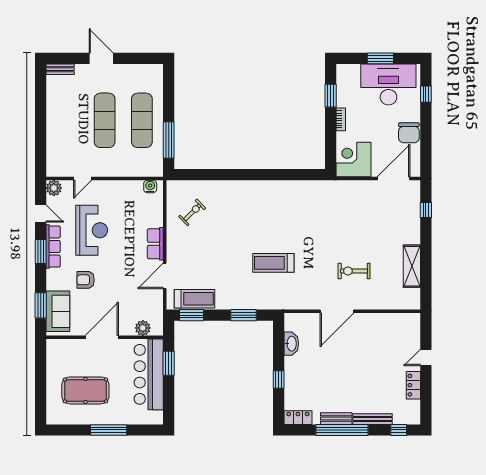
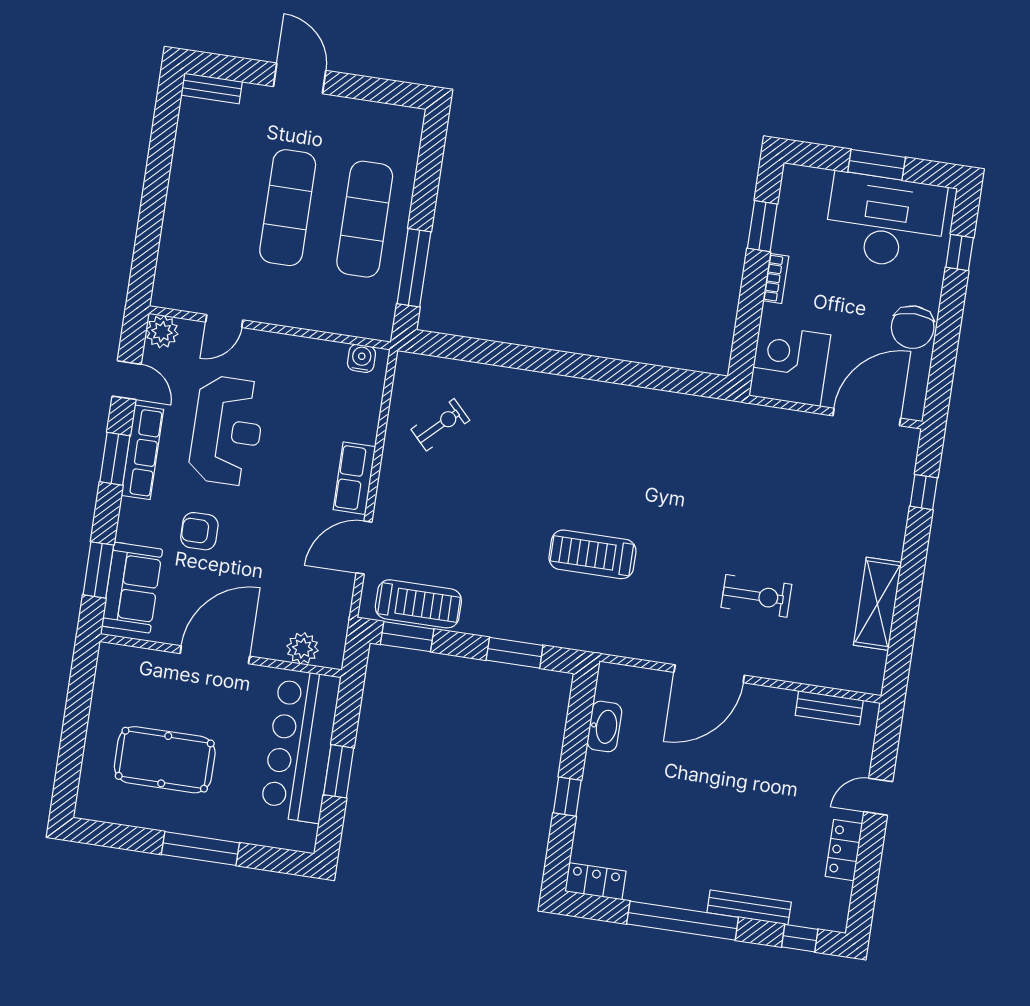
exercise bike: (354, 271) -> (756, 596), turned 180
window: (169, 363) -> (339, 771), moved
bench: (336, 419) -> (829, 708), moved

